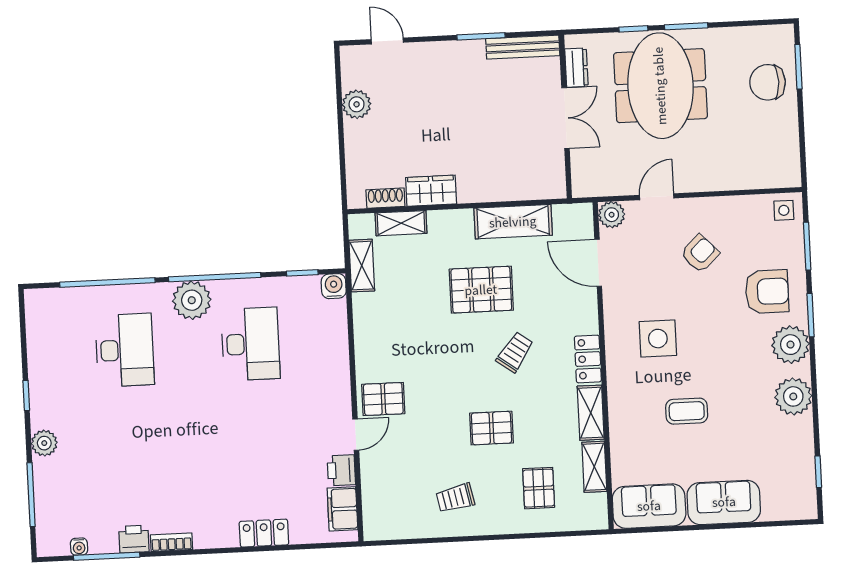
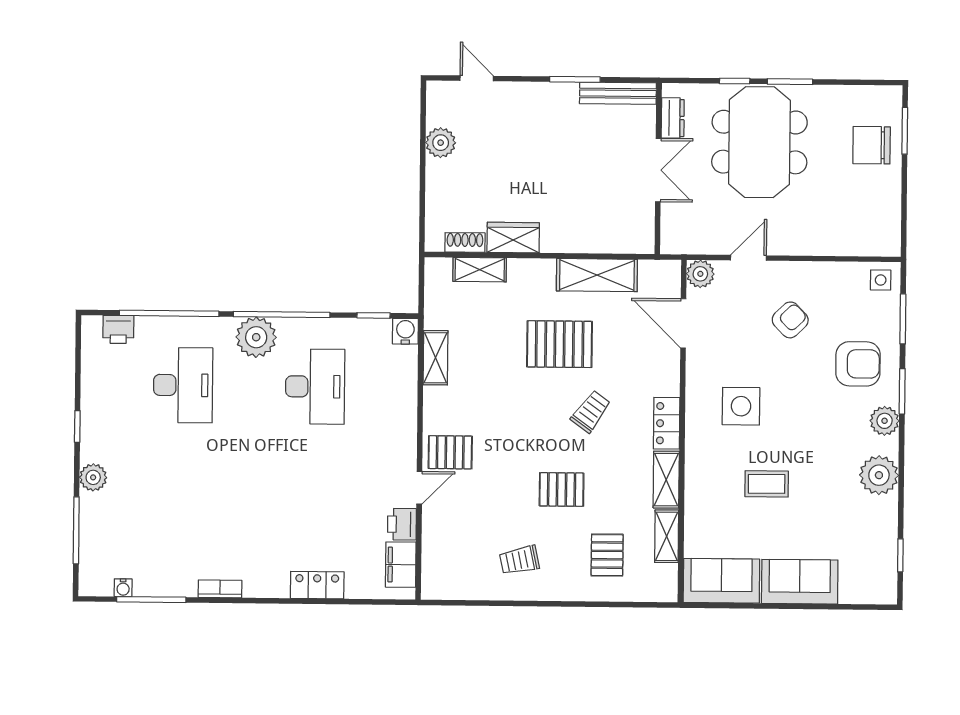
shelving: (362, 266) -> (435, 358), moved
plant: (790, 345) -> (885, 421), width x0.73, depth x0.73
printer: (134, 539) -> (118, 329), moved, turned 180

